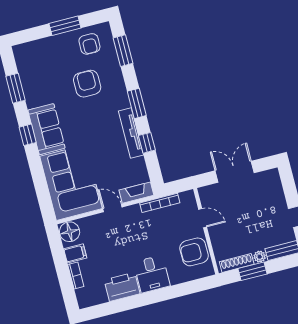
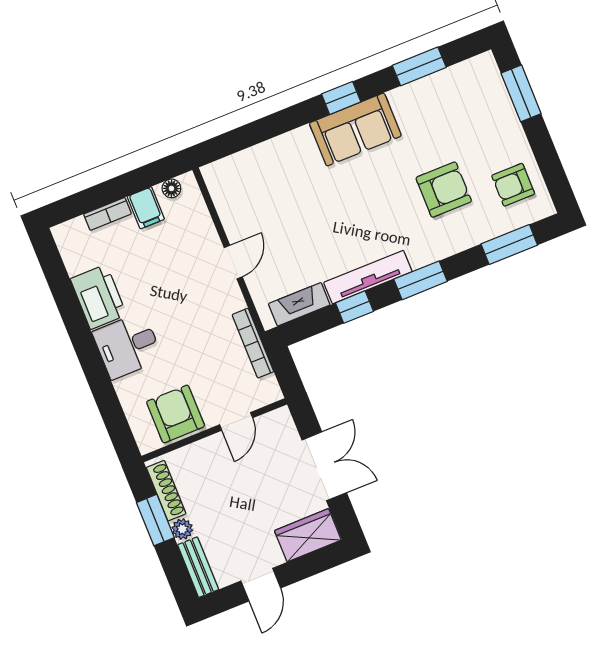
window: (65, 26) -> (521, 93), moved
corner sofa: (71, 182) -> (268, 184), removed
wardrobe: (272, 186) -> (308, 535), added
fireplace: (136, 193) -> (299, 304), moved, turned -90
floor lamp: (70, 232) -> (171, 188), width x0.53, depth x0.53

